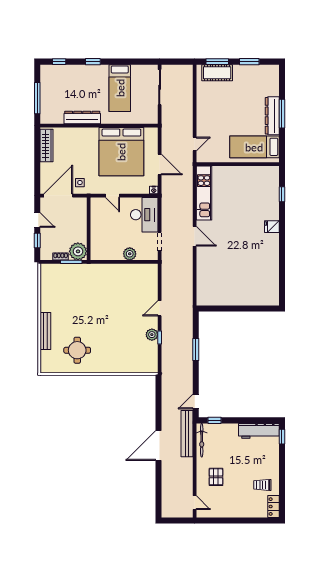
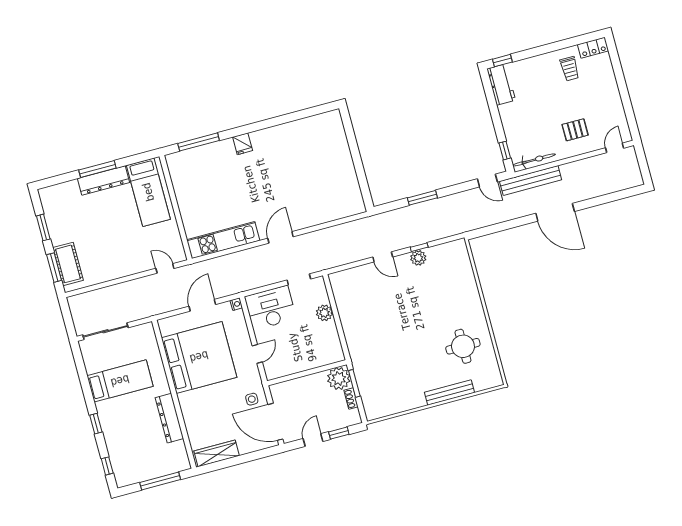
window: (282, 194) -> (199, 142), width x2.17
workbench: (259, 431) -> (501, 85), width x0.73

